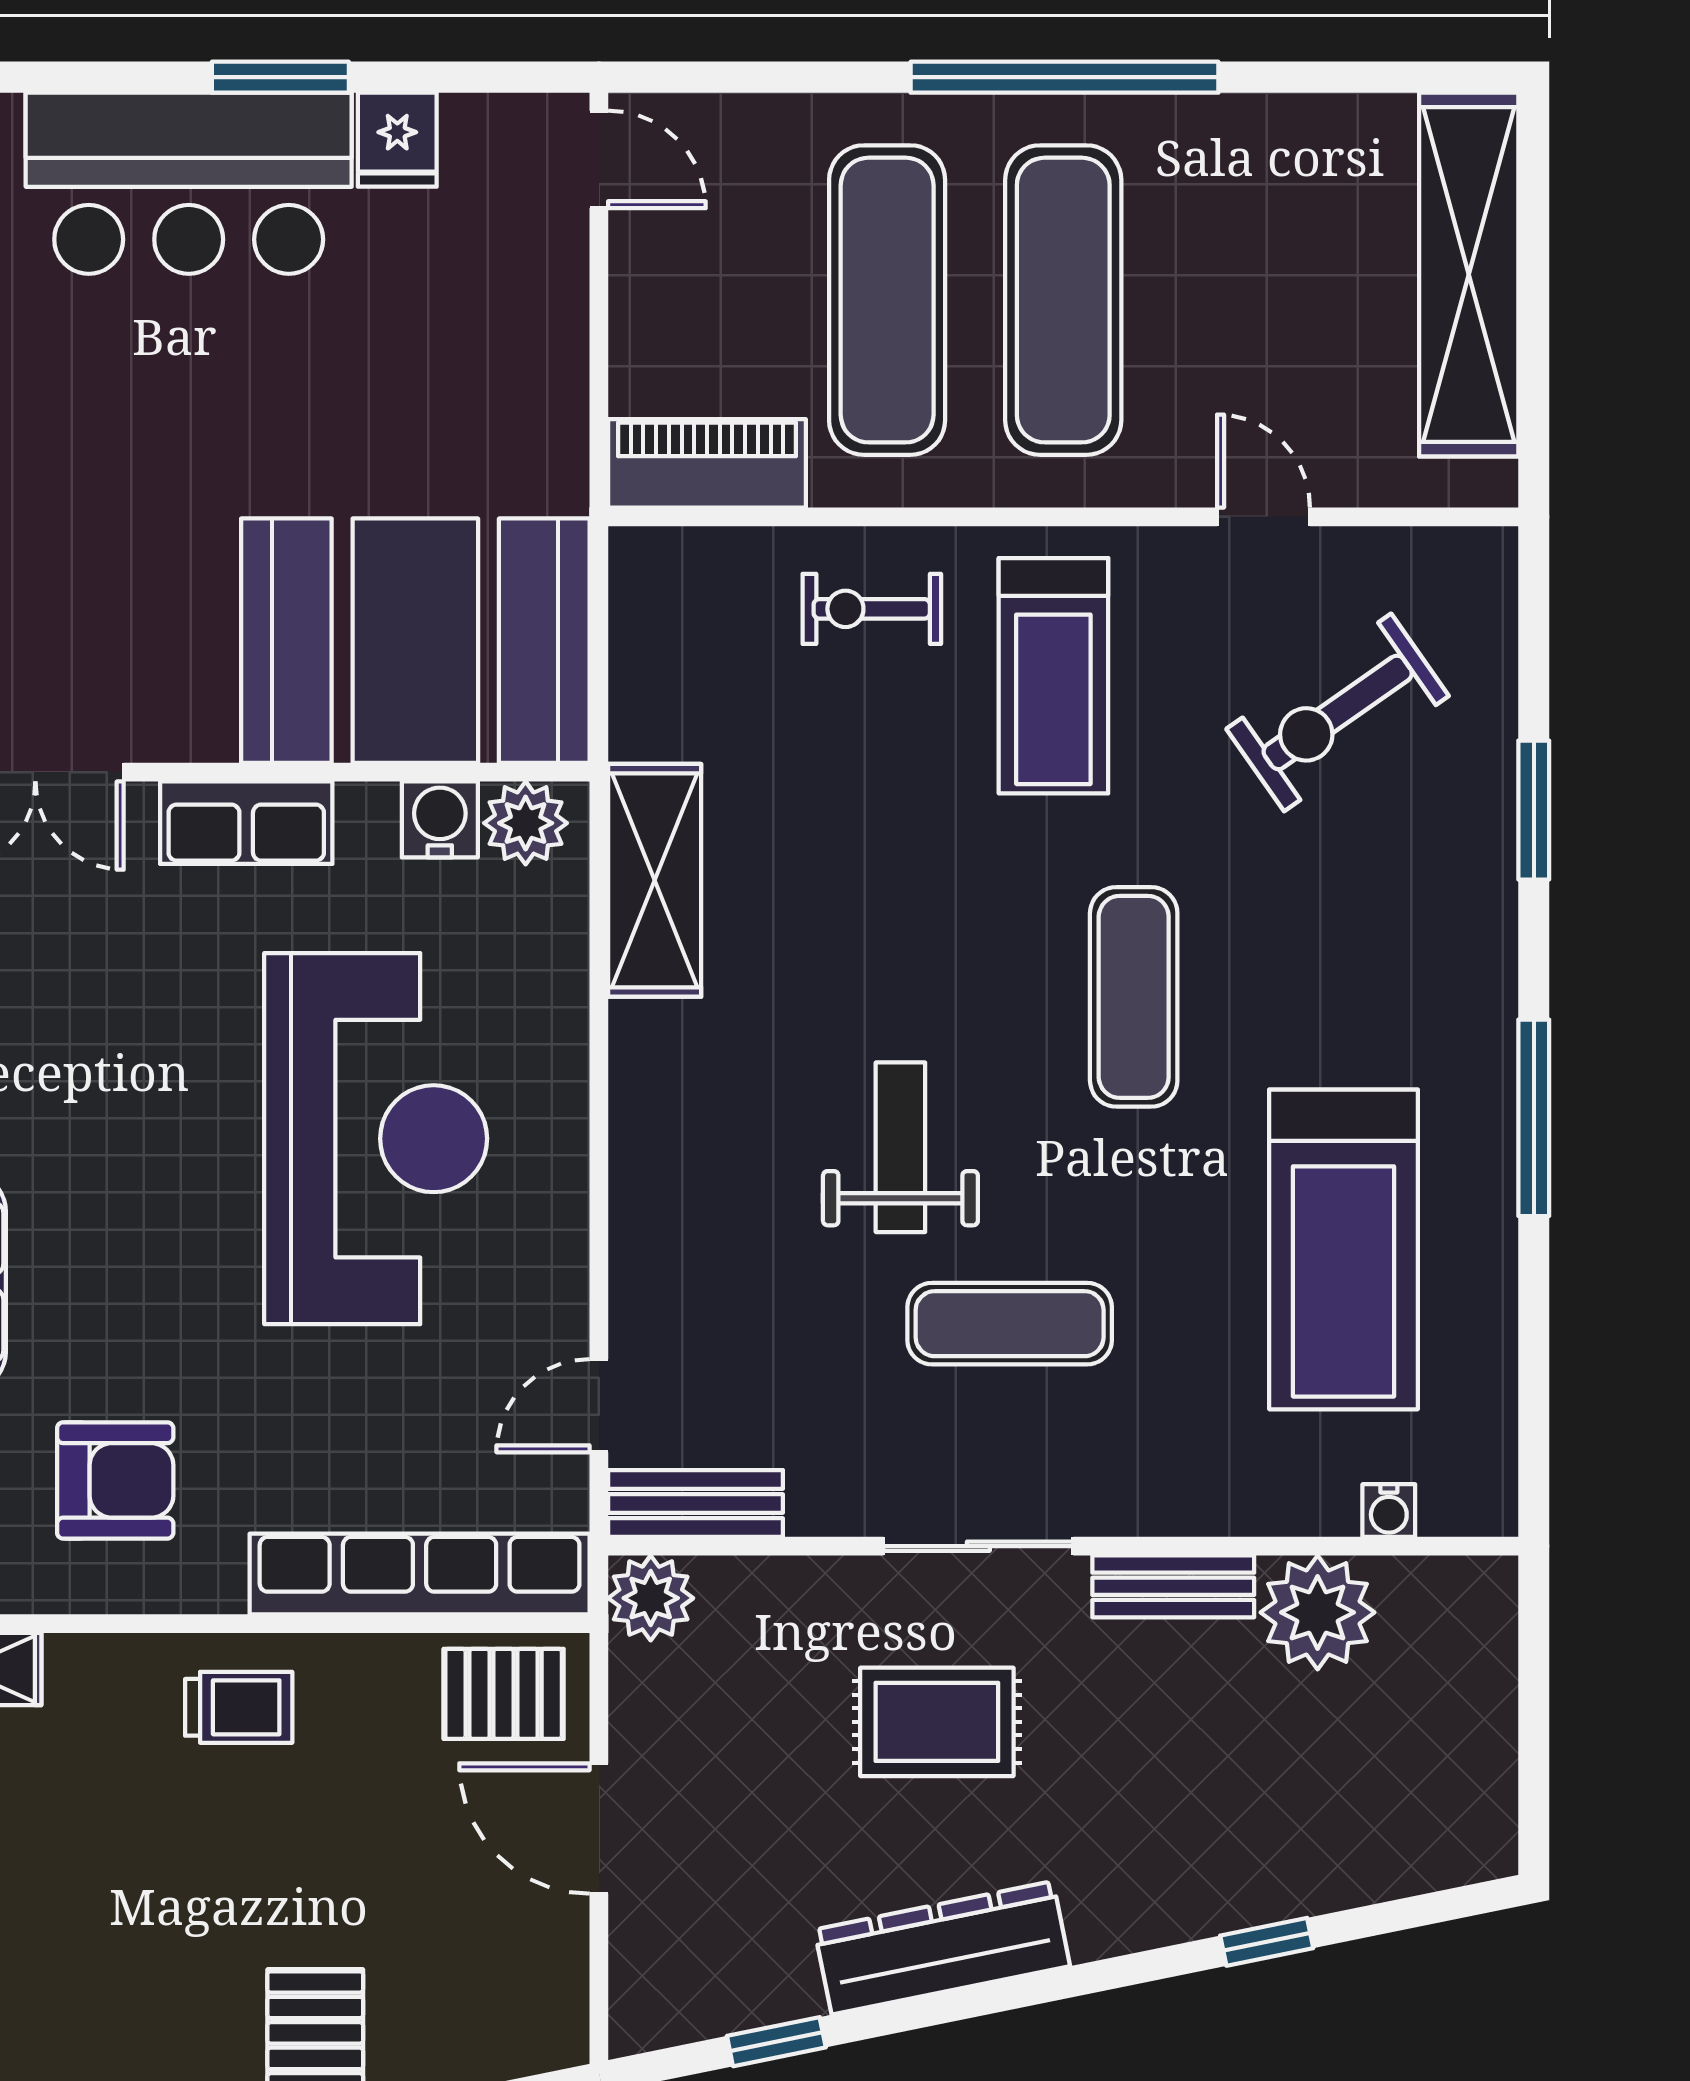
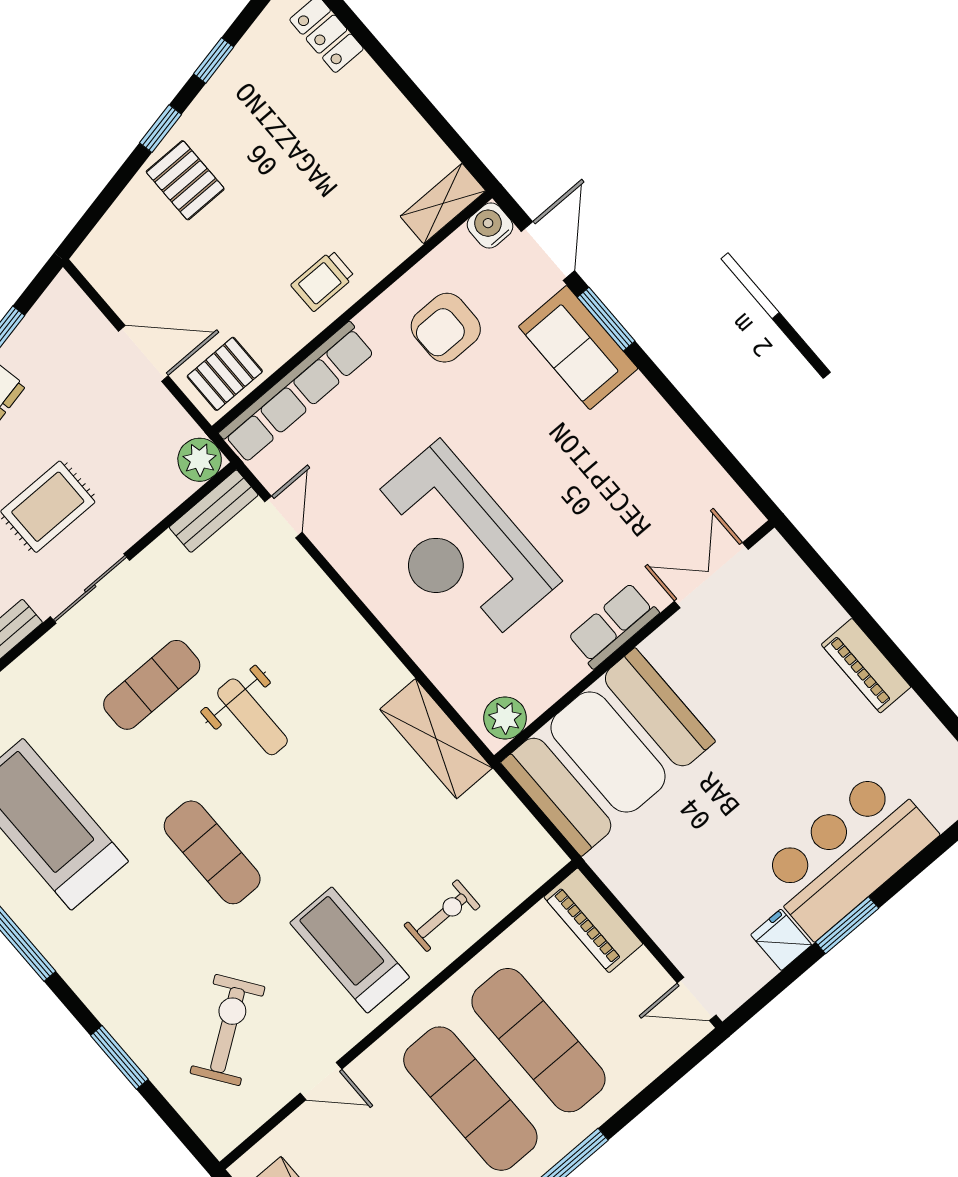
piano: (707, 463) -> (593, 920), moved, turned 90
water cooler: (440, 819) -> (539, 691), removed

